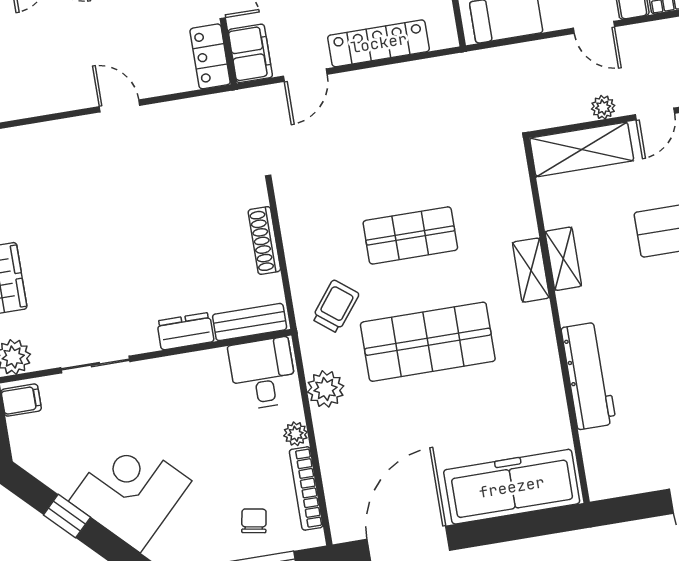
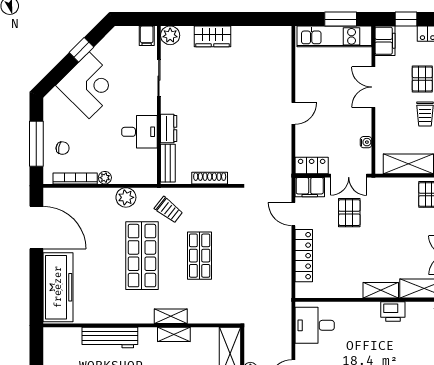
desk: (263, 374) -> (140, 132), moved

